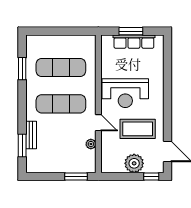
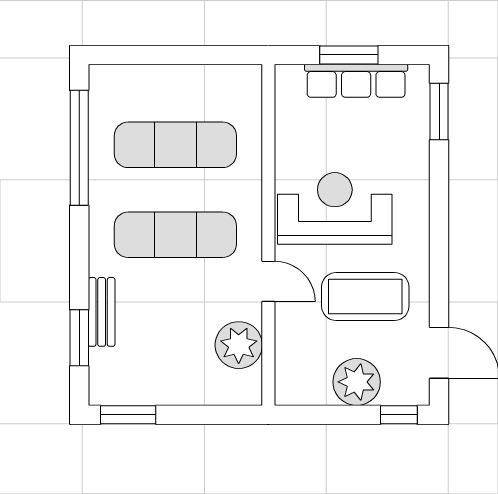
window: (167, 54) -> (439, 112), added
window: (22, 69) -> (79, 148), width x2.11
reception desk: (125, 93) -> (335, 208), turned 180
plant: (91, 144) -> (239, 345), width x1.88, depth x1.88
window: (76, 177) -> (128, 415), moved

